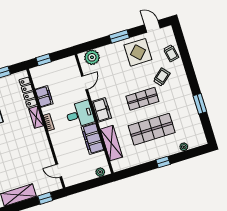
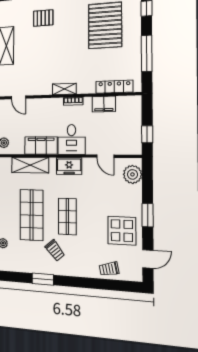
window: (44, 60) -> (147, 134), moved
trolley: (162, 77) -> (55, 250), moved
shelving: (36, 117) -> (64, 89), moved
door: (59, 171) -> (18, 97), swing flipped

